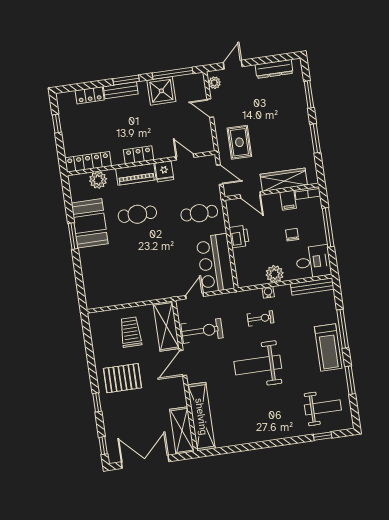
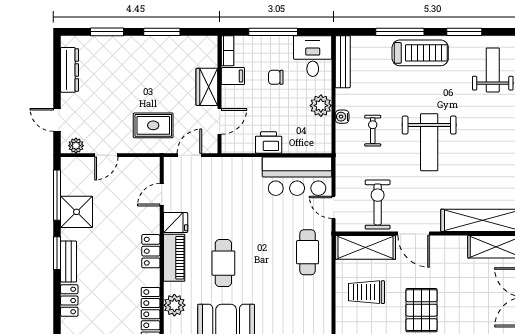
wardrobe: (284, 180) -> (207, 87), width x0.67
cafe table: (199, 213) -> (308, 252), moved

